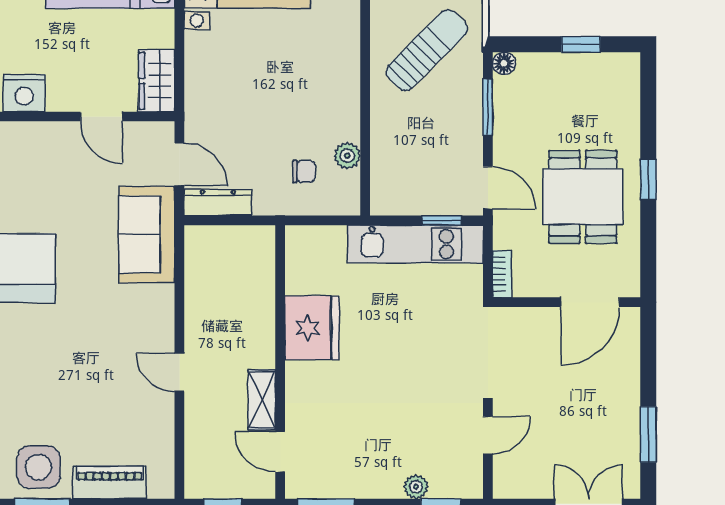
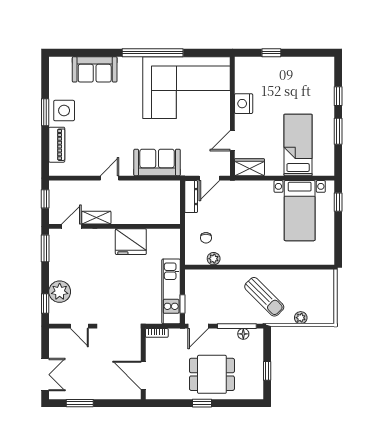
floor lamp: (504, 63) -> (243, 334), moved
window: (488, 107) -> (237, 326), width x1.44
dining table: (583, 197) -> (212, 374), moved
sofa: (147, 234) -> (157, 162), moved
plant: (416, 487) -> (60, 292), width x1.88, depth x1.88

